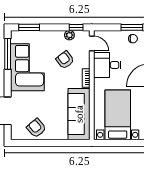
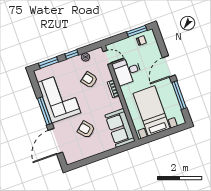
window: (76, 27) -> (72, 54), moved
window: (8, 54) -> (45, 111), moved
sofa: (79, 114) -> (120, 128), width x0.73
armchair: (36, 128) -> (86, 130), moved

